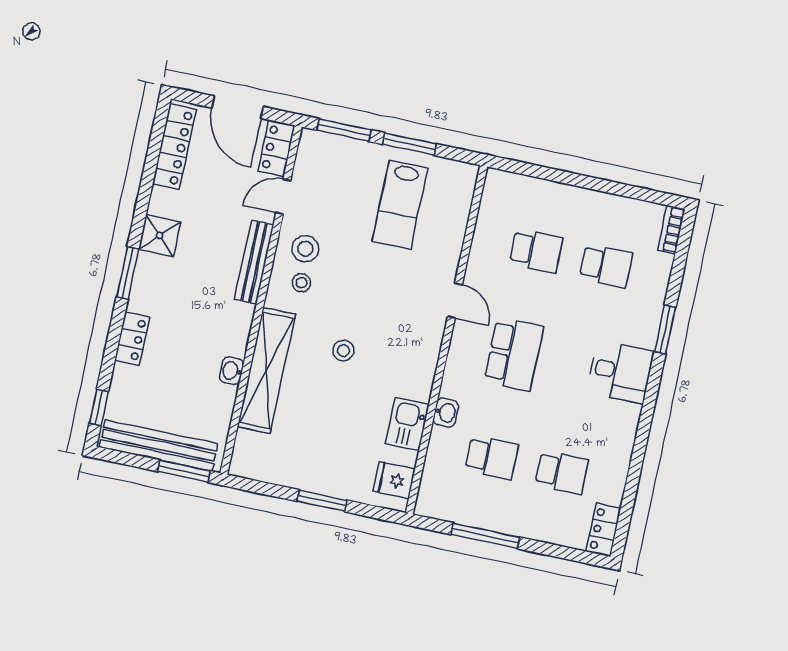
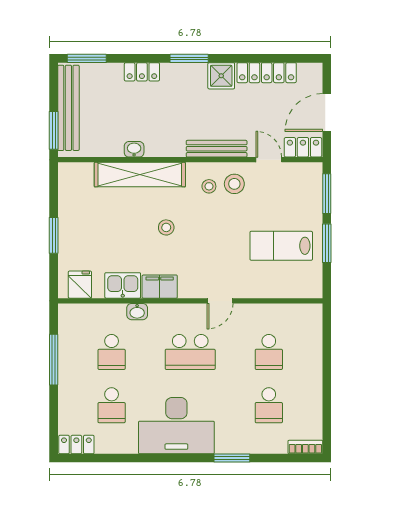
locker: (174, 147) -> (267, 73), moved
desk: (620, 372) -> (176, 426), width x1.87, depth x1.30
filing cabinet: (419, 376) -> (160, 287), added
window: (99, 407) -> (87, 58), width x1.50

